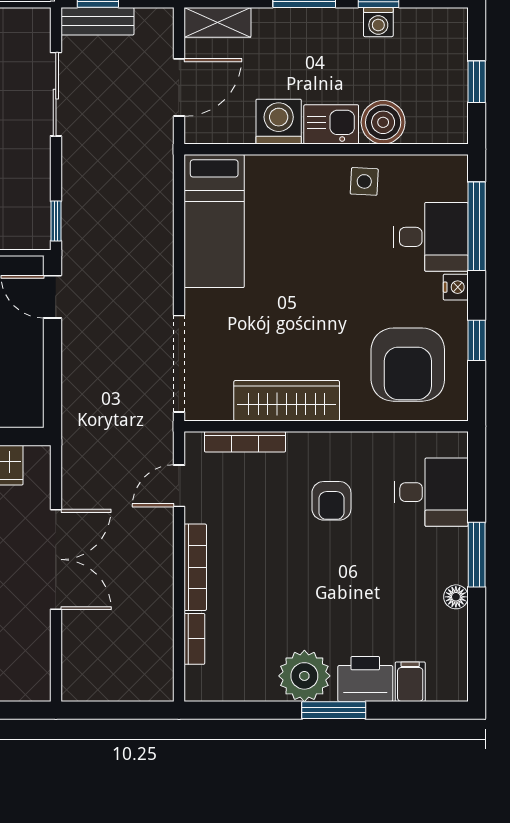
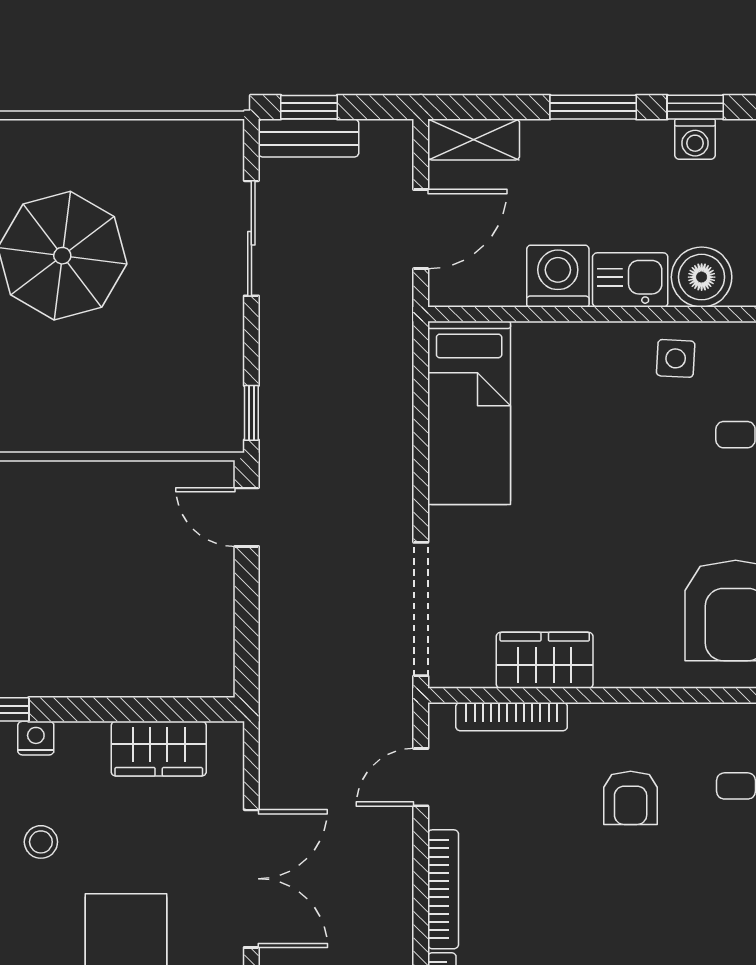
wardrobe: (287, 401) -> (545, 660), width x0.67

